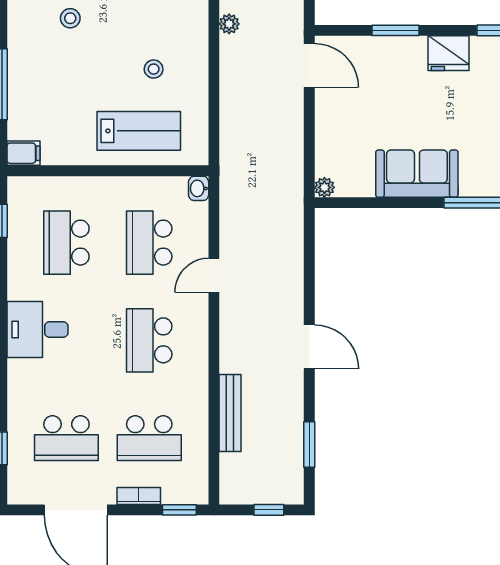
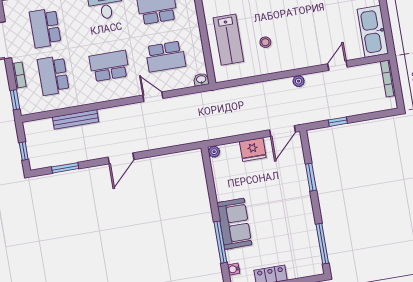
fridge: (448, 53) -> (253, 150), moved, turned -90
sofa: (417, 174) -> (234, 224), moved
school desk: (149, 243) -> (165, 56), turned 180

